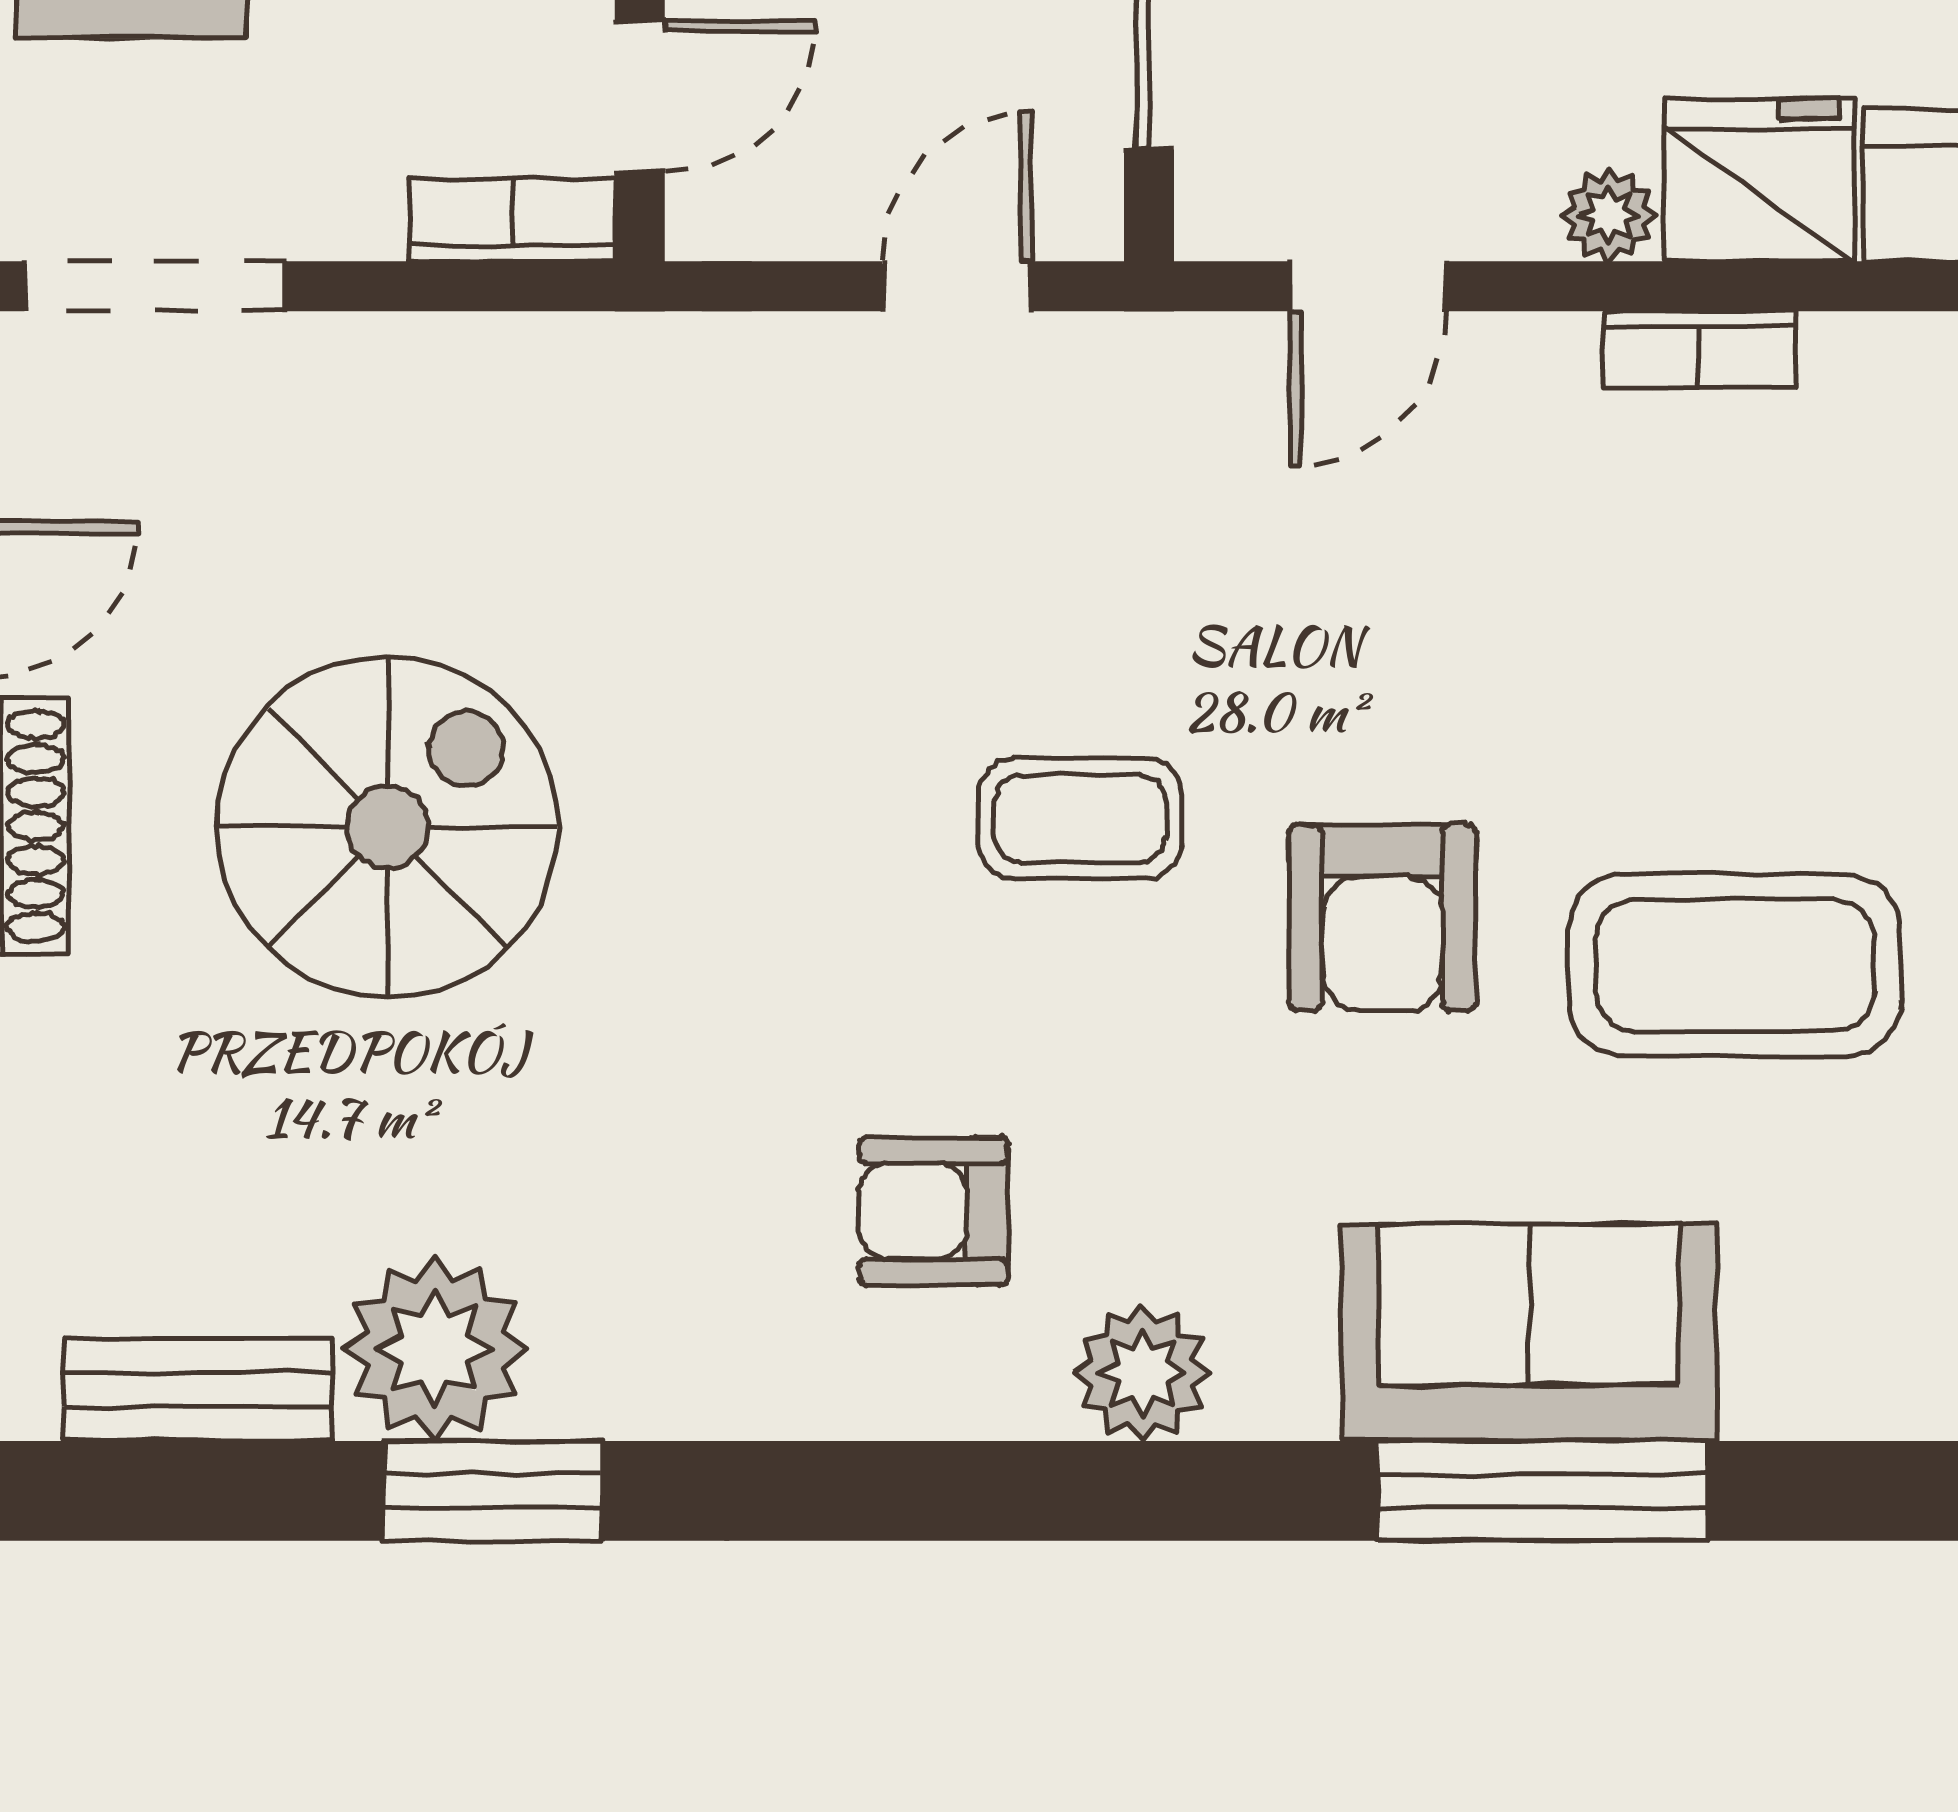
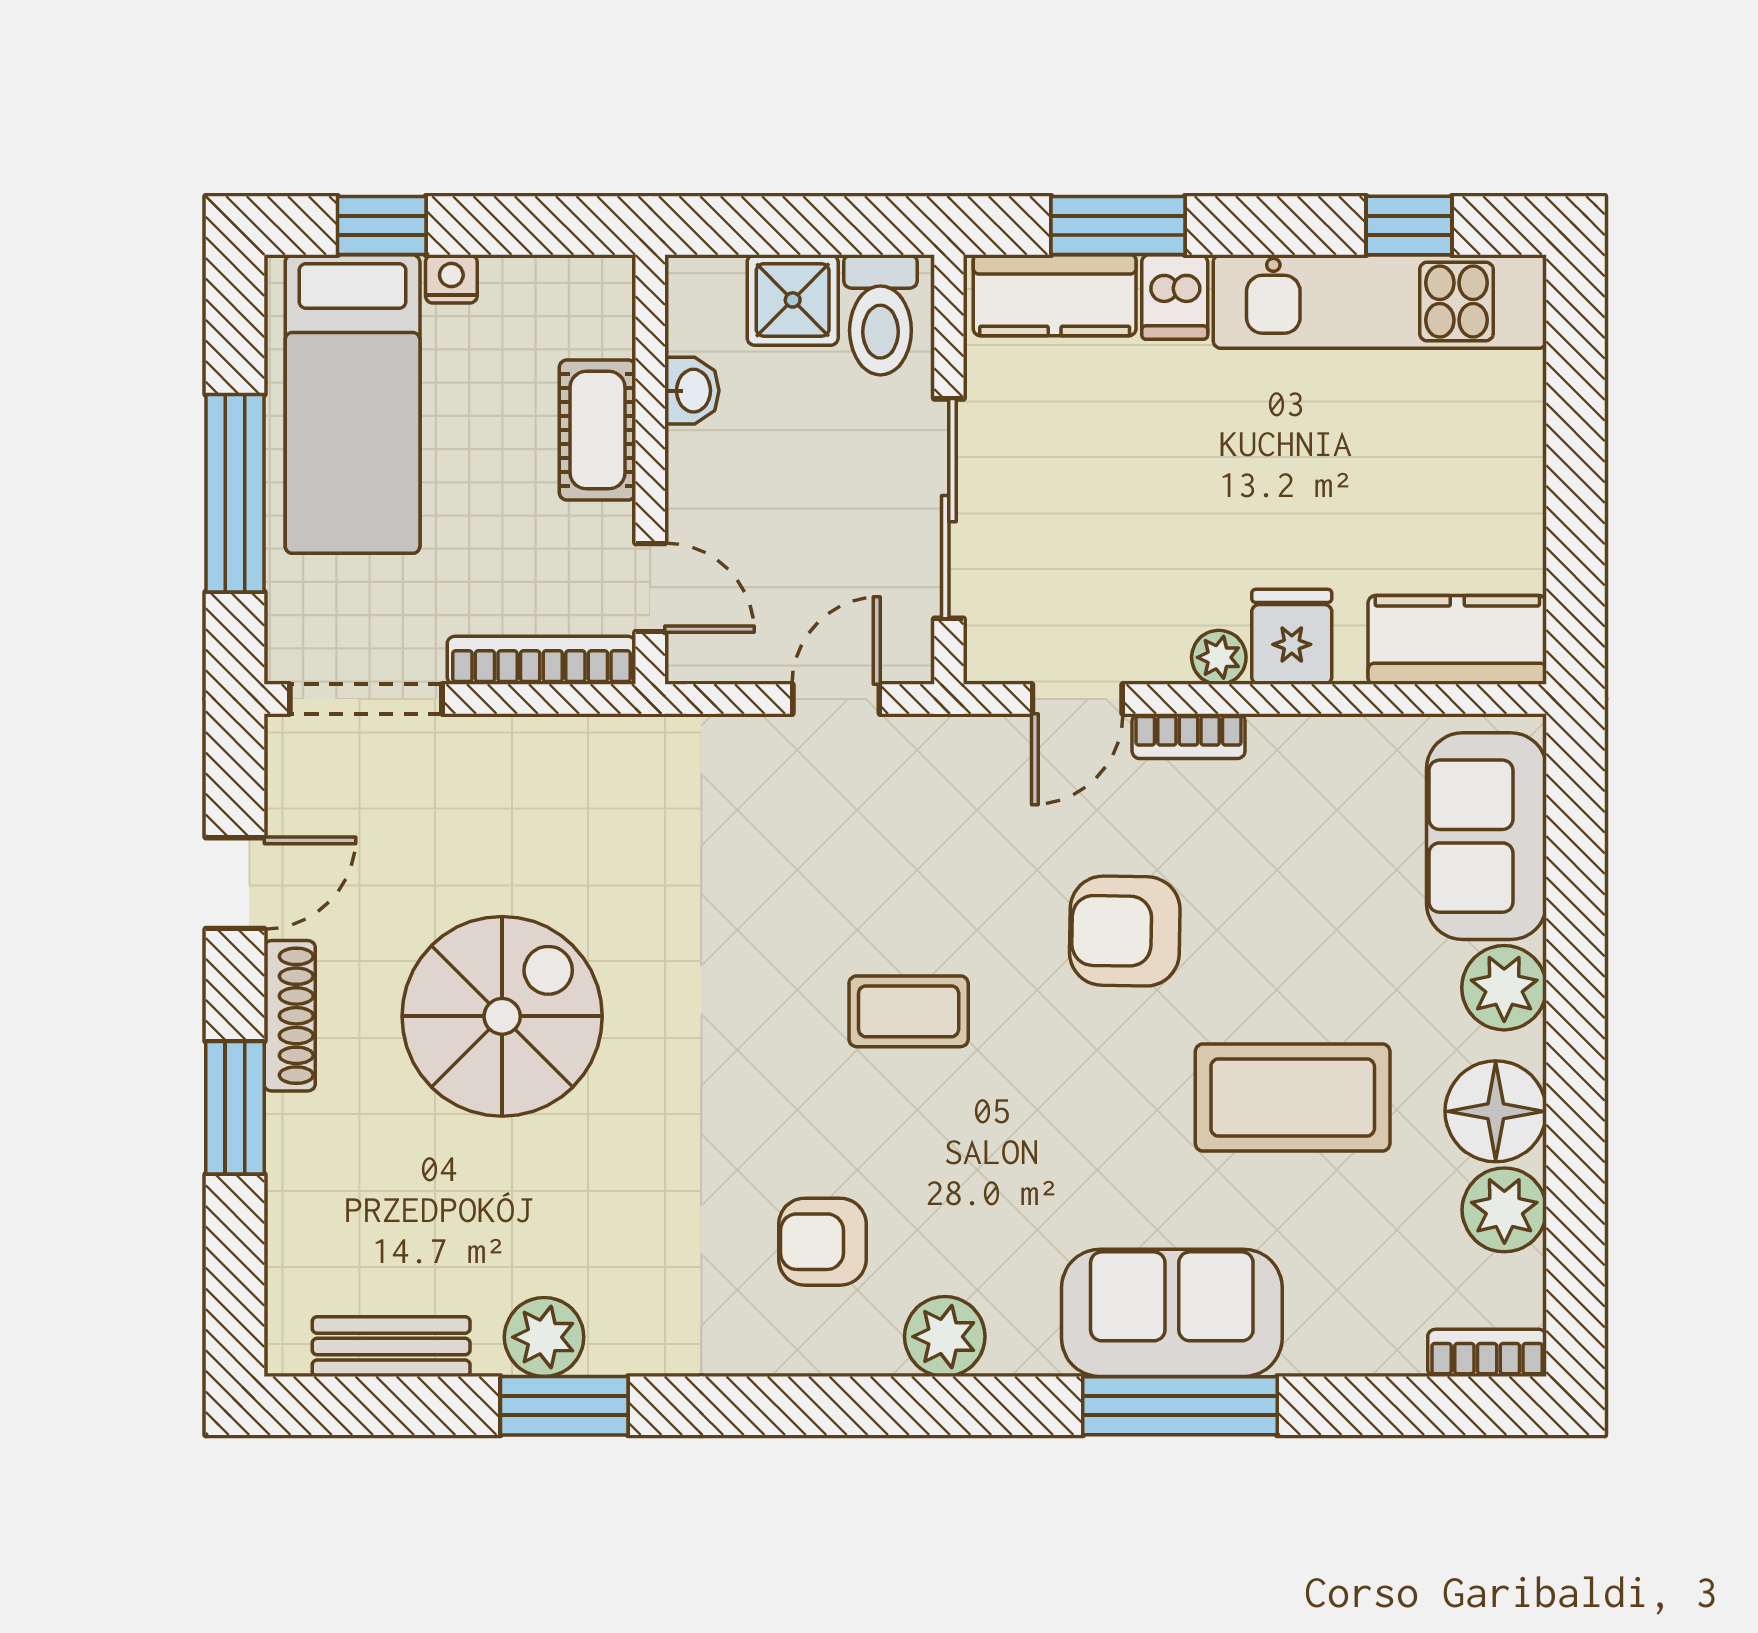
door: (640, 96) -> (650, 588), hinge flipped
fridge: (1760, 180) -> (1292, 637), width x0.72
bookcase: (512, 220) -> (541, 660), width x1.56
bookcase: (1699, 349) -> (1189, 736), moved
armchair: (1382, 918) -> (1125, 931), moved, turned 91
plant: (434, 1349) -> (544, 1337), width x0.73, depth x0.73

